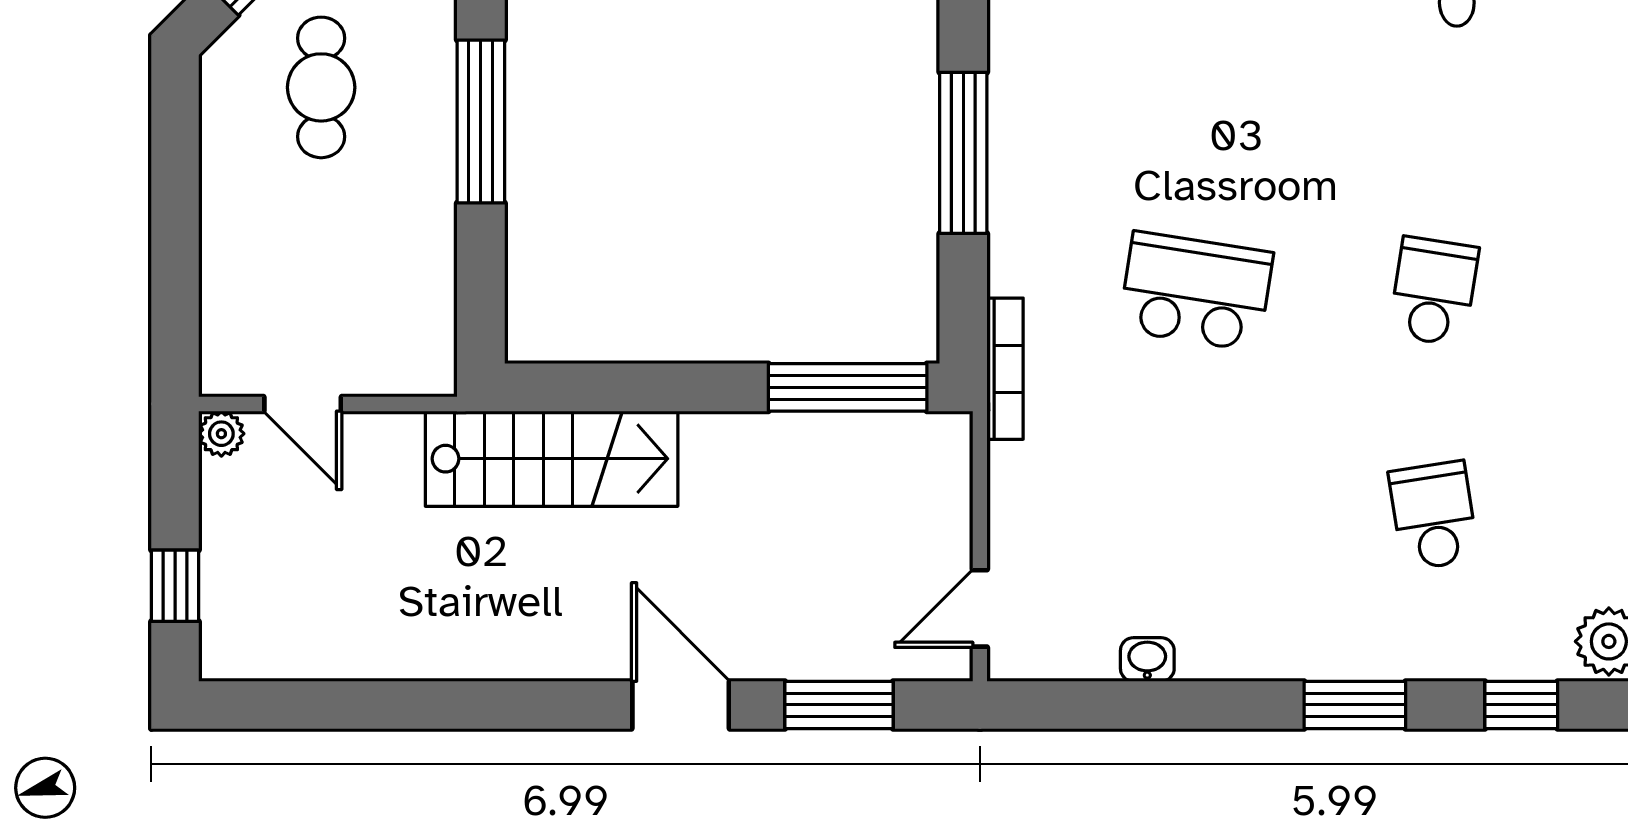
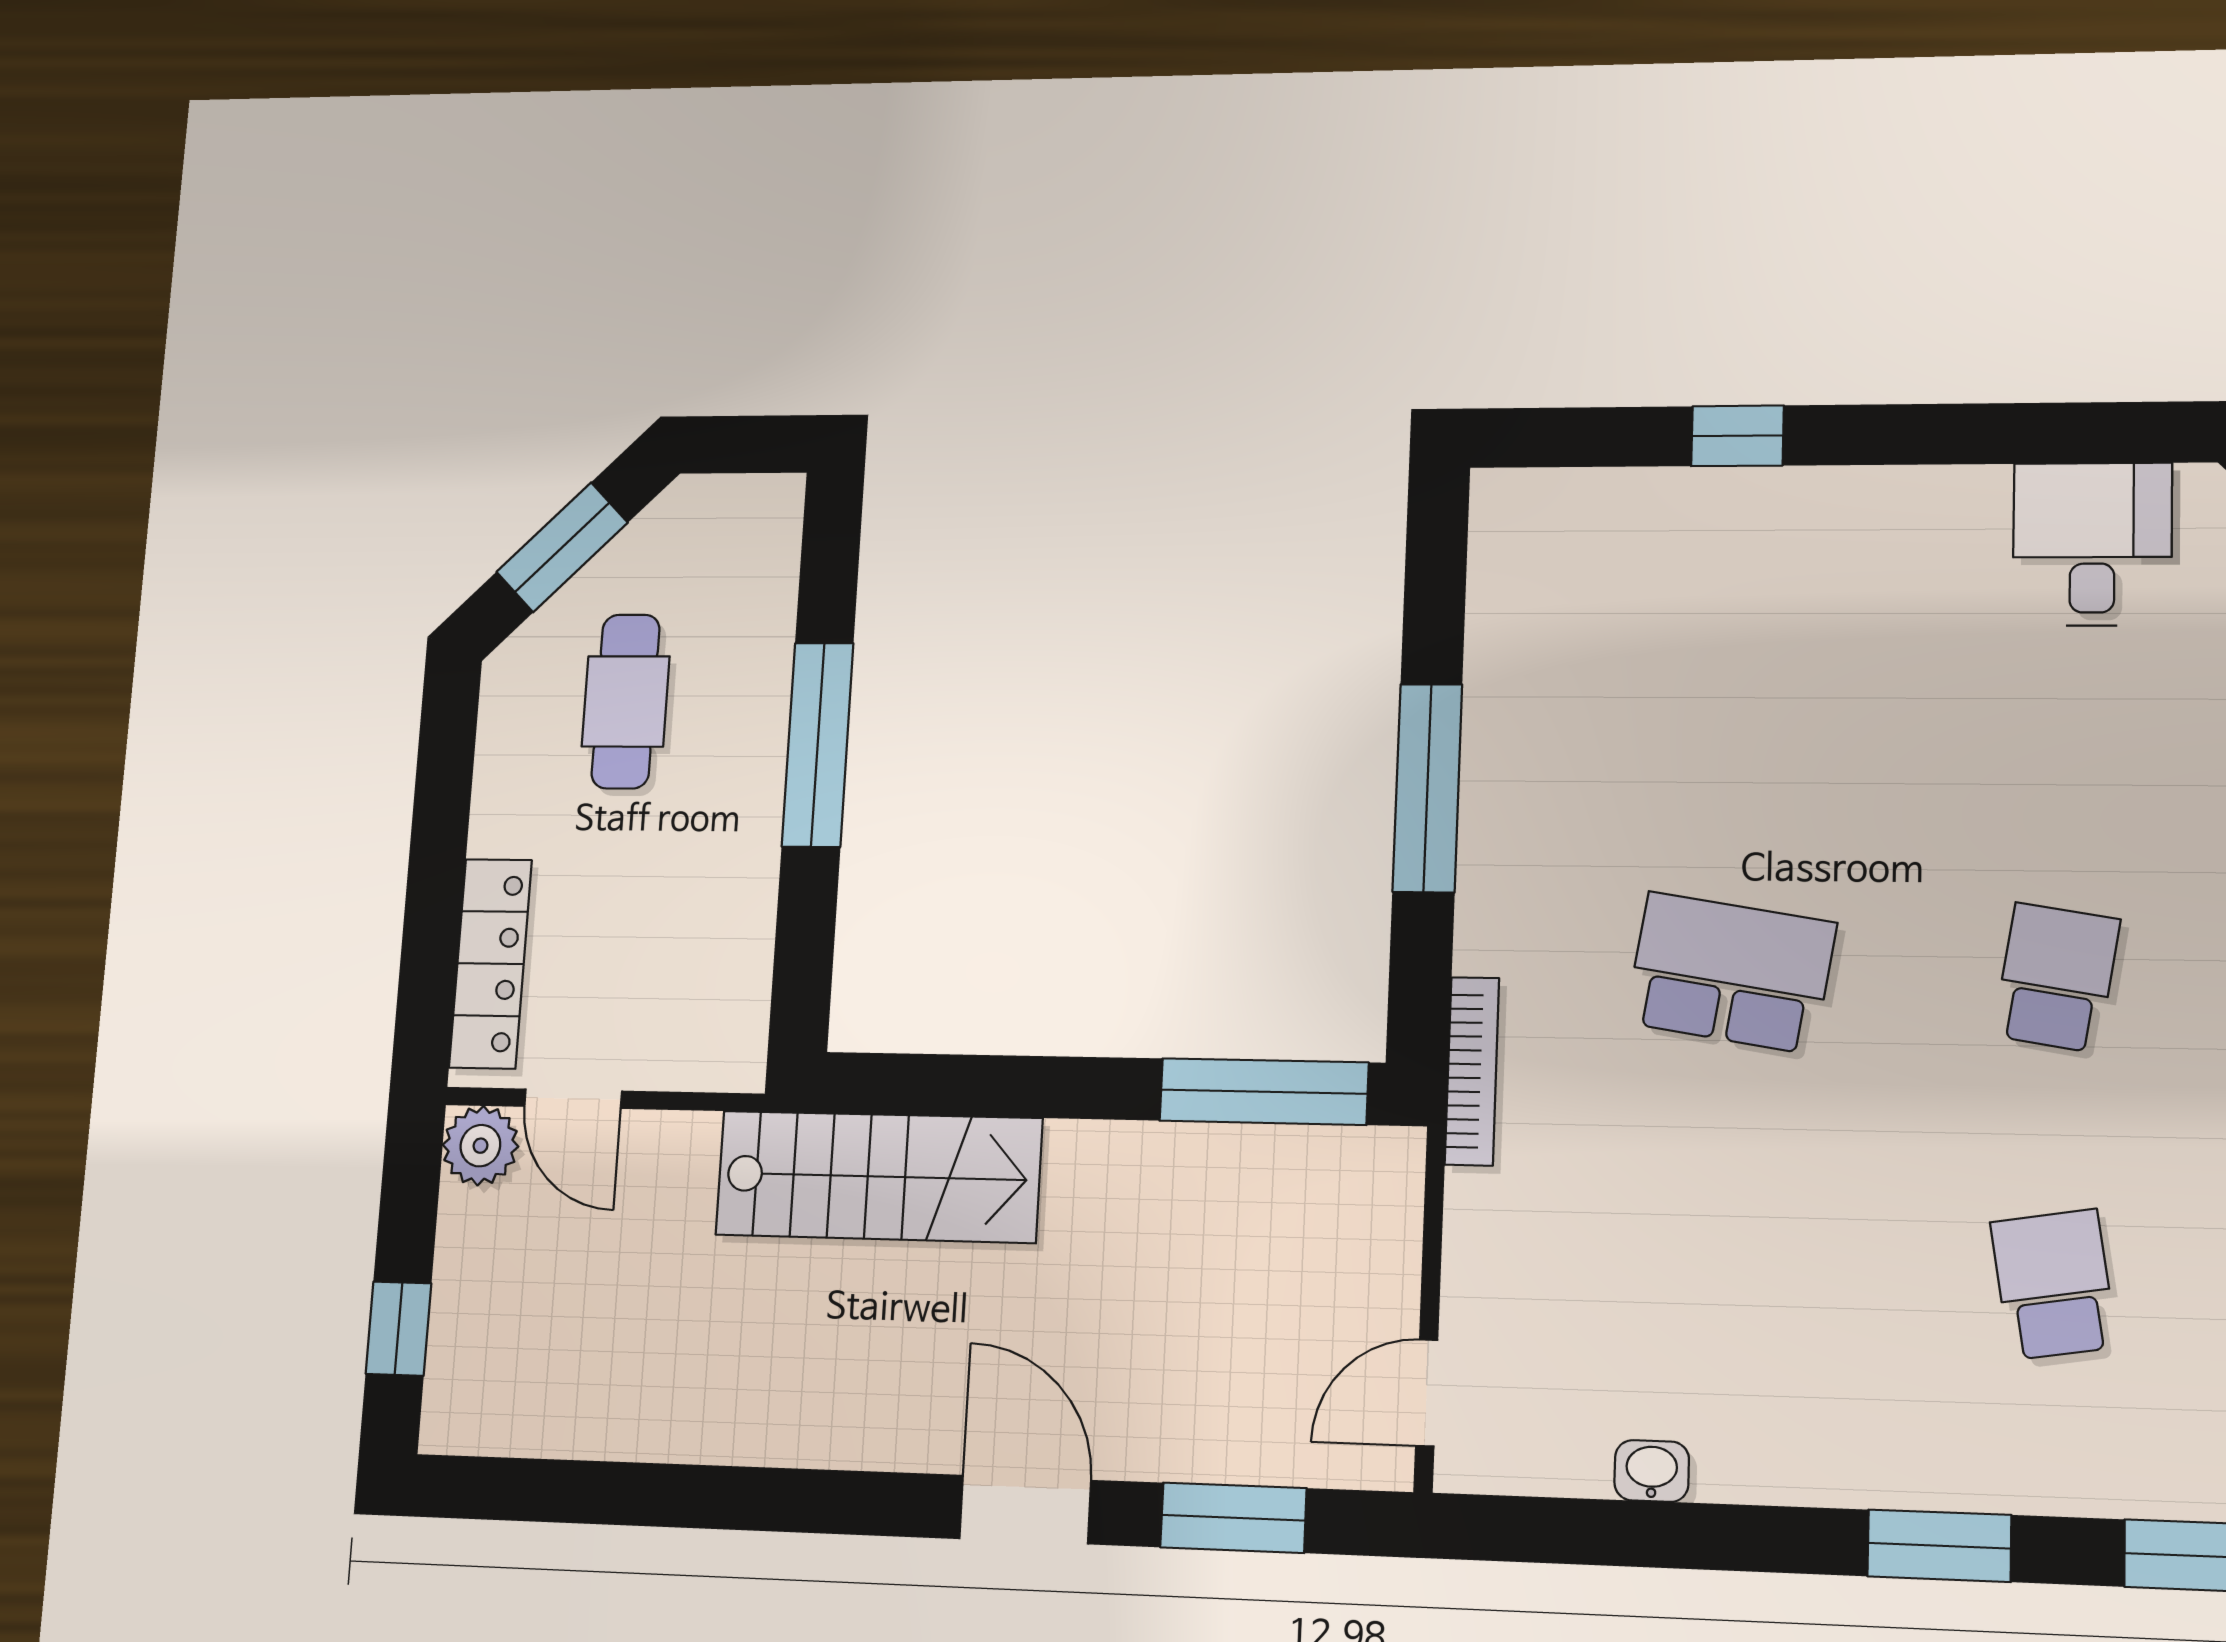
locker: (226, 299) -> (490, 964), added
plant: (221, 434) -> (480, 1146), width x1.38, depth x1.38

